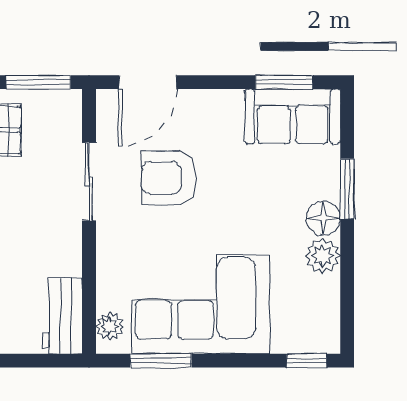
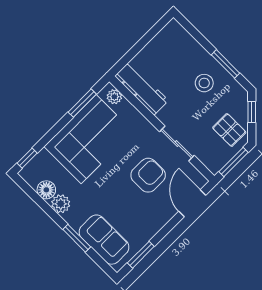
sofa: (293, 116) -> (104, 240), moved, turned 90
floor lamp: (323, 218) -> (46, 190), moved
workbench: (63, 316) -> (142, 88), width x1.38

